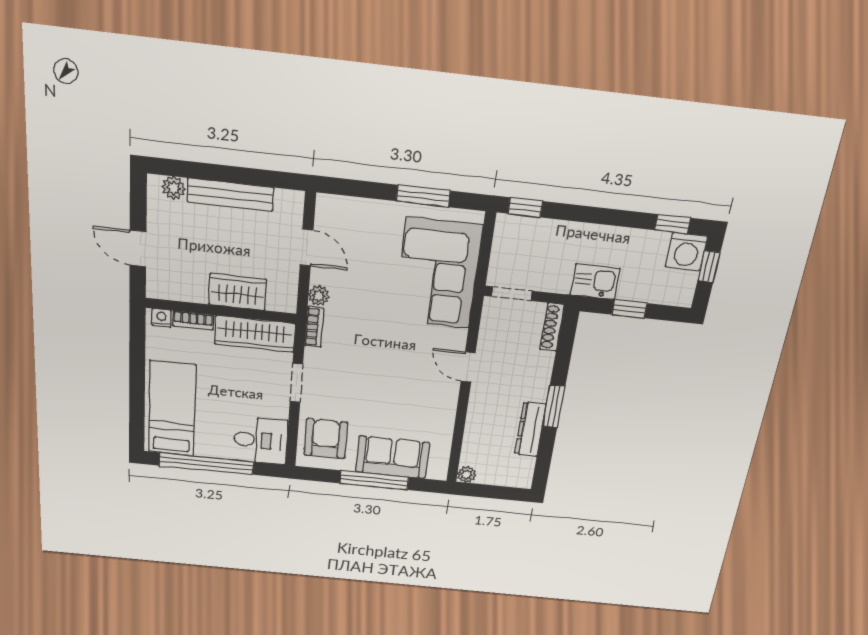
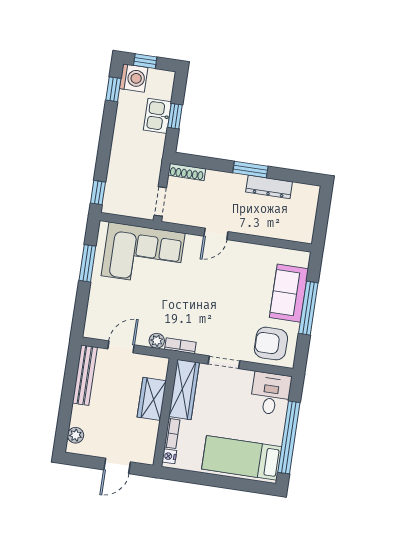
bench: (230, 195) -> (85, 375), moved
kitchen sink: (595, 282) -> (157, 116), moved
plant: (467, 474) -> (306, 236), removed

